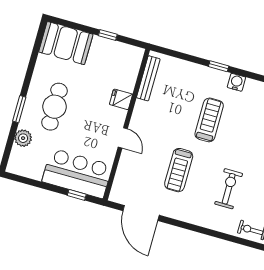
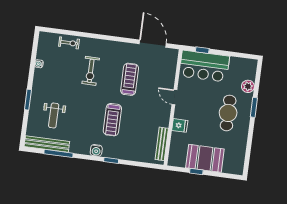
booth: (66, 43) -> (205, 158), moved

